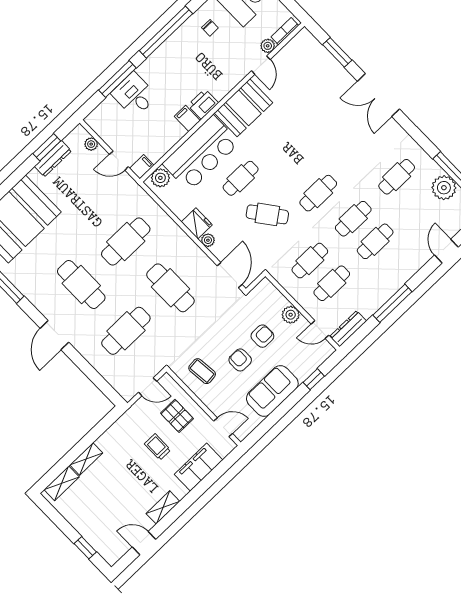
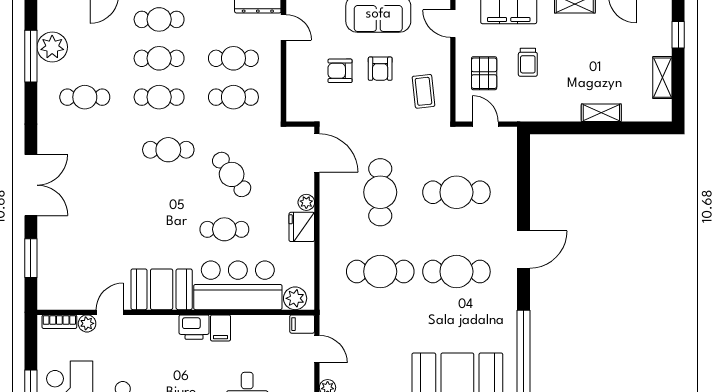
cafe table: (397, 264) -> (159, 19), added
door: (230, 275) -> (317, 153), swing flipped
cafe table: (81, 285) -> (456, 272), turned 90
plant: (291, 315) -> (297, 66), removed
shelving: (62, 483) -> (662, 78), moved, turned 90

